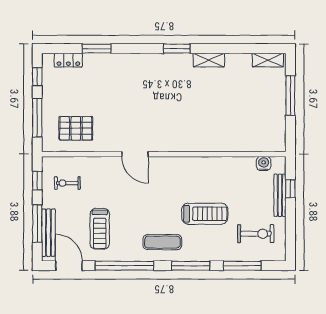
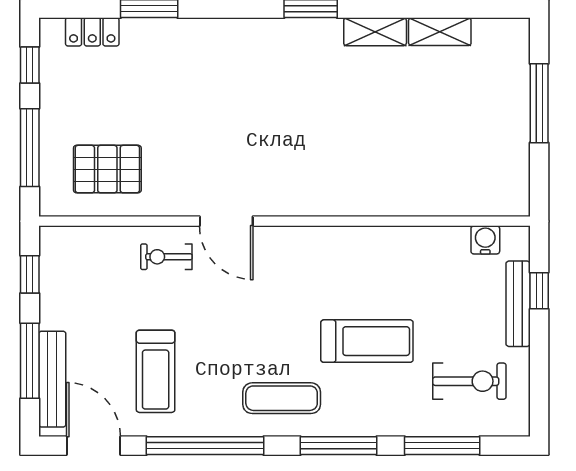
shelving: (268, 60) -> (440, 32), moved
exercise bike: (67, 183) -> (166, 257), moved

